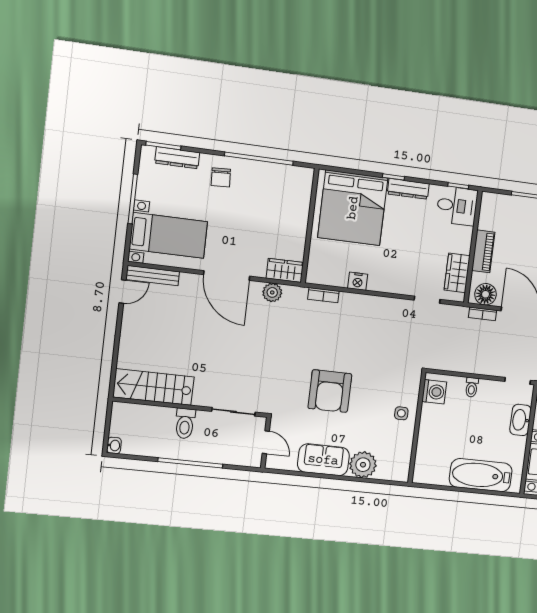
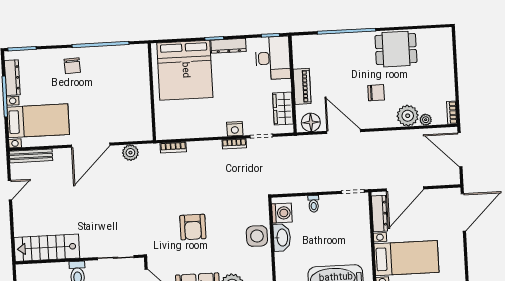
dresser: (177, 158) -> (12, 78), moved, turned -90
desk: (457, 206) -> (273, 58), width x1.37
wardrobe: (285, 270) -> (138, 132), removed
door: (227, 275) -> (91, 145), hinge flipped
nightstand: (358, 281) -> (235, 129), moved
door: (122, 291) -> (10, 190), moved
bookcase: (483, 314) -> (234, 144), moved
armchair: (330, 391) -> (193, 227), width x0.73, depth x0.73
side table: (401, 413) -> (257, 236), width x1.87, depth x1.87
washbasin: (520, 420) -> (282, 238), moved, turned 180

